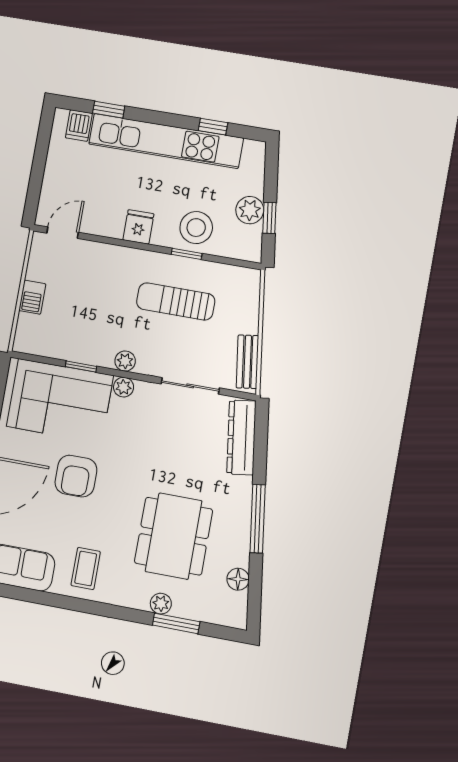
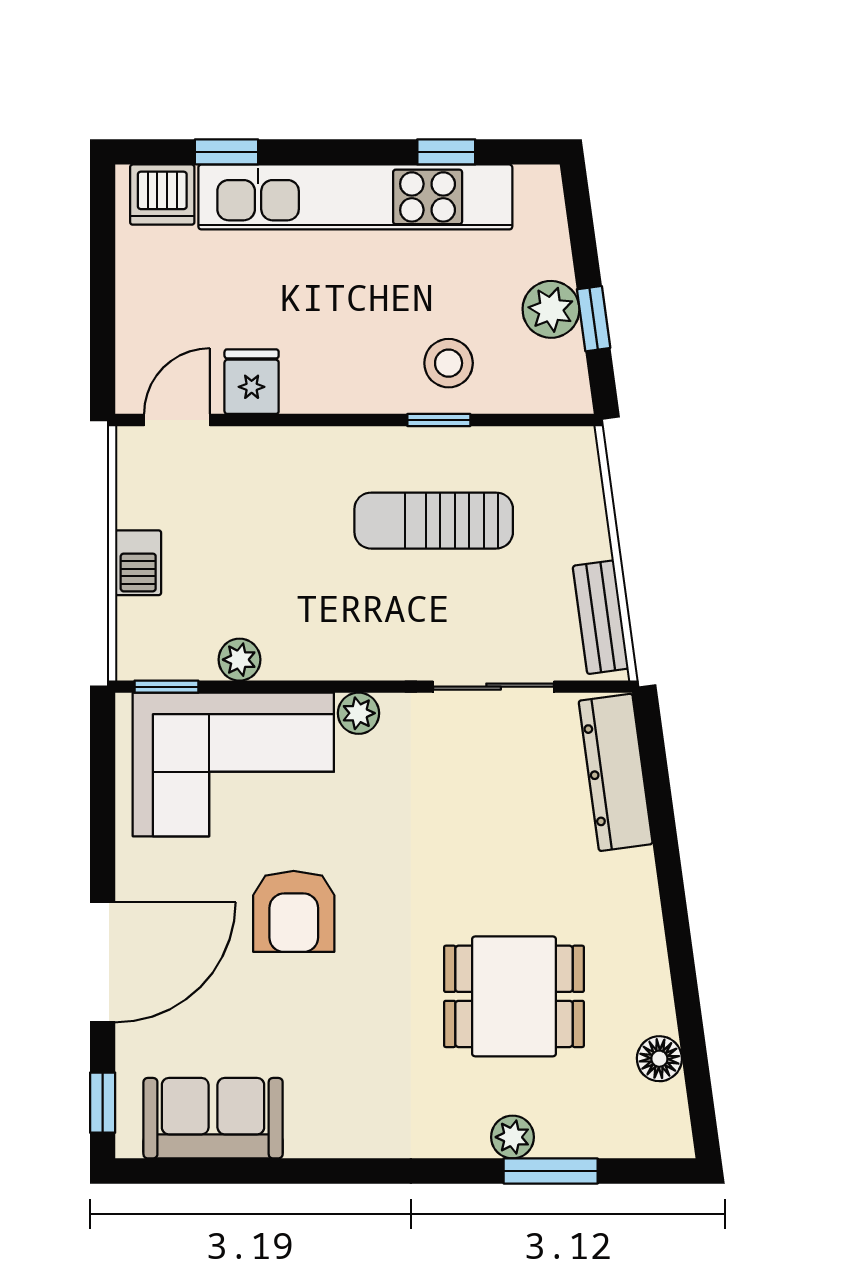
dishwasher: (79, 126) -> (162, 195), width x1.38
fridge: (138, 227) -> (252, 382), moved
stool: (196, 228) -> (449, 363), width x0.73, depth x0.73
plant: (125, 361) -> (239, 660), moved
window: (81, 366) -> (166, 687), moved
window: (258, 519) -> (677, 930), removed
dining table: (174, 536) -> (514, 996), width x0.73
coffee table: (86, 569) -> (347, 1095), removed

